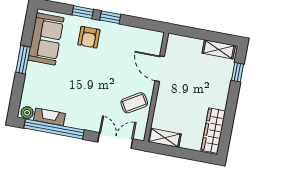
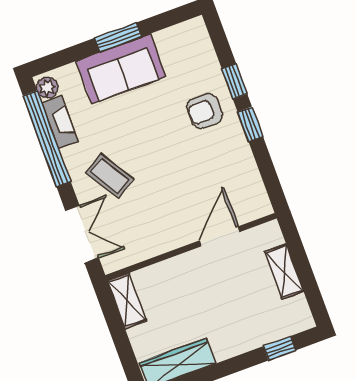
sofa: (46, 39) -> (121, 69), moved
shelving: (219, 49) -> (284, 271), moved
coffee table: (134, 103) -> (110, 176), moved

